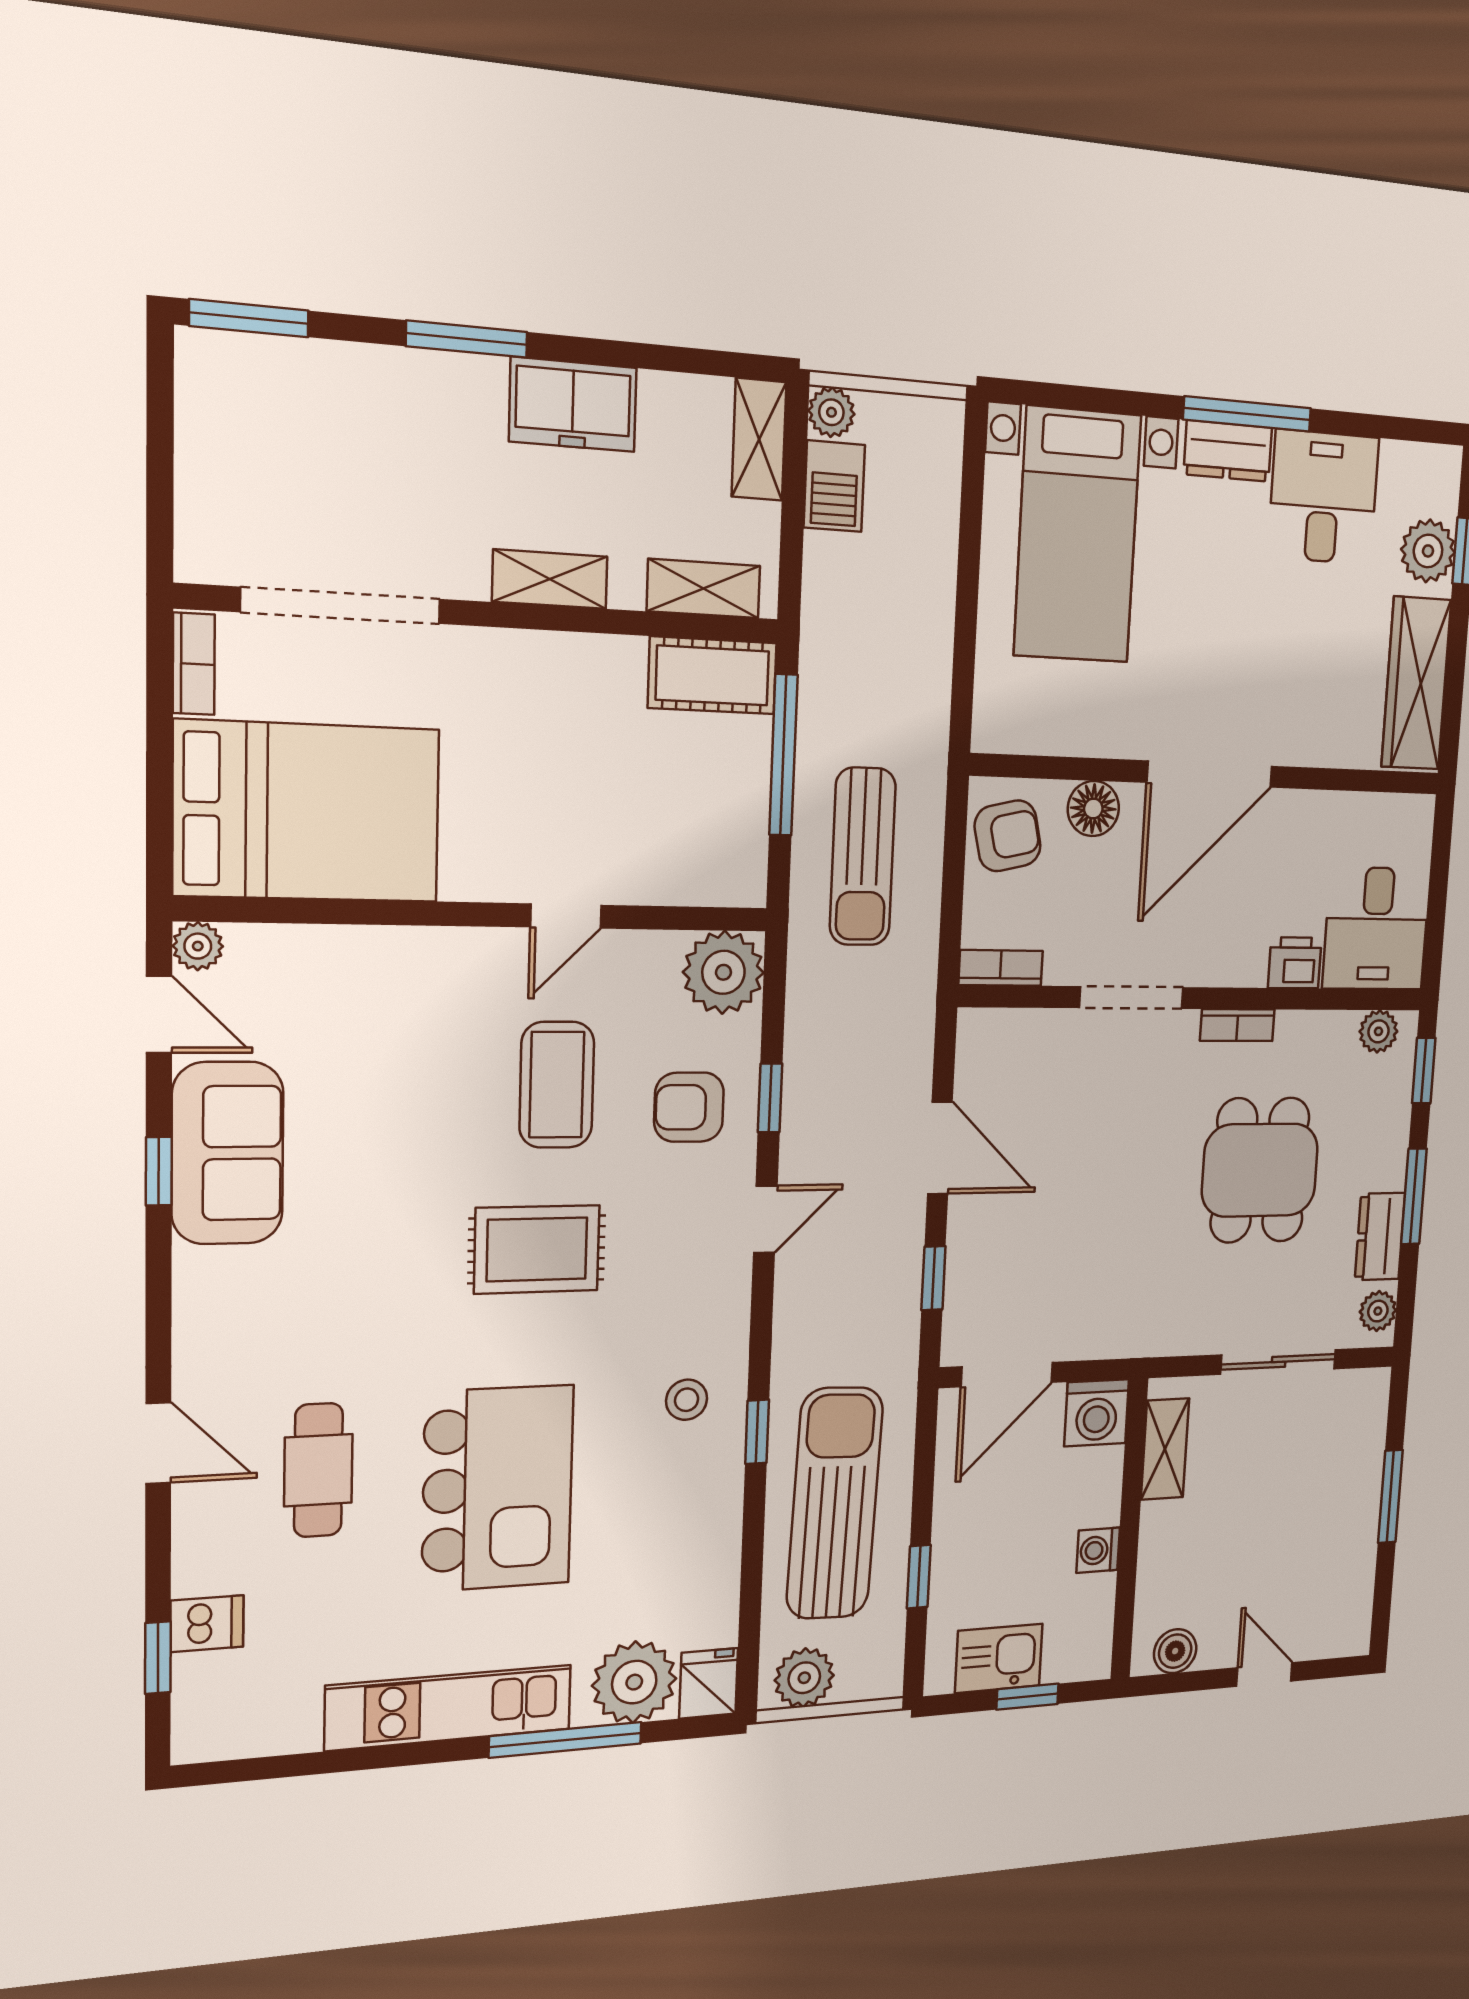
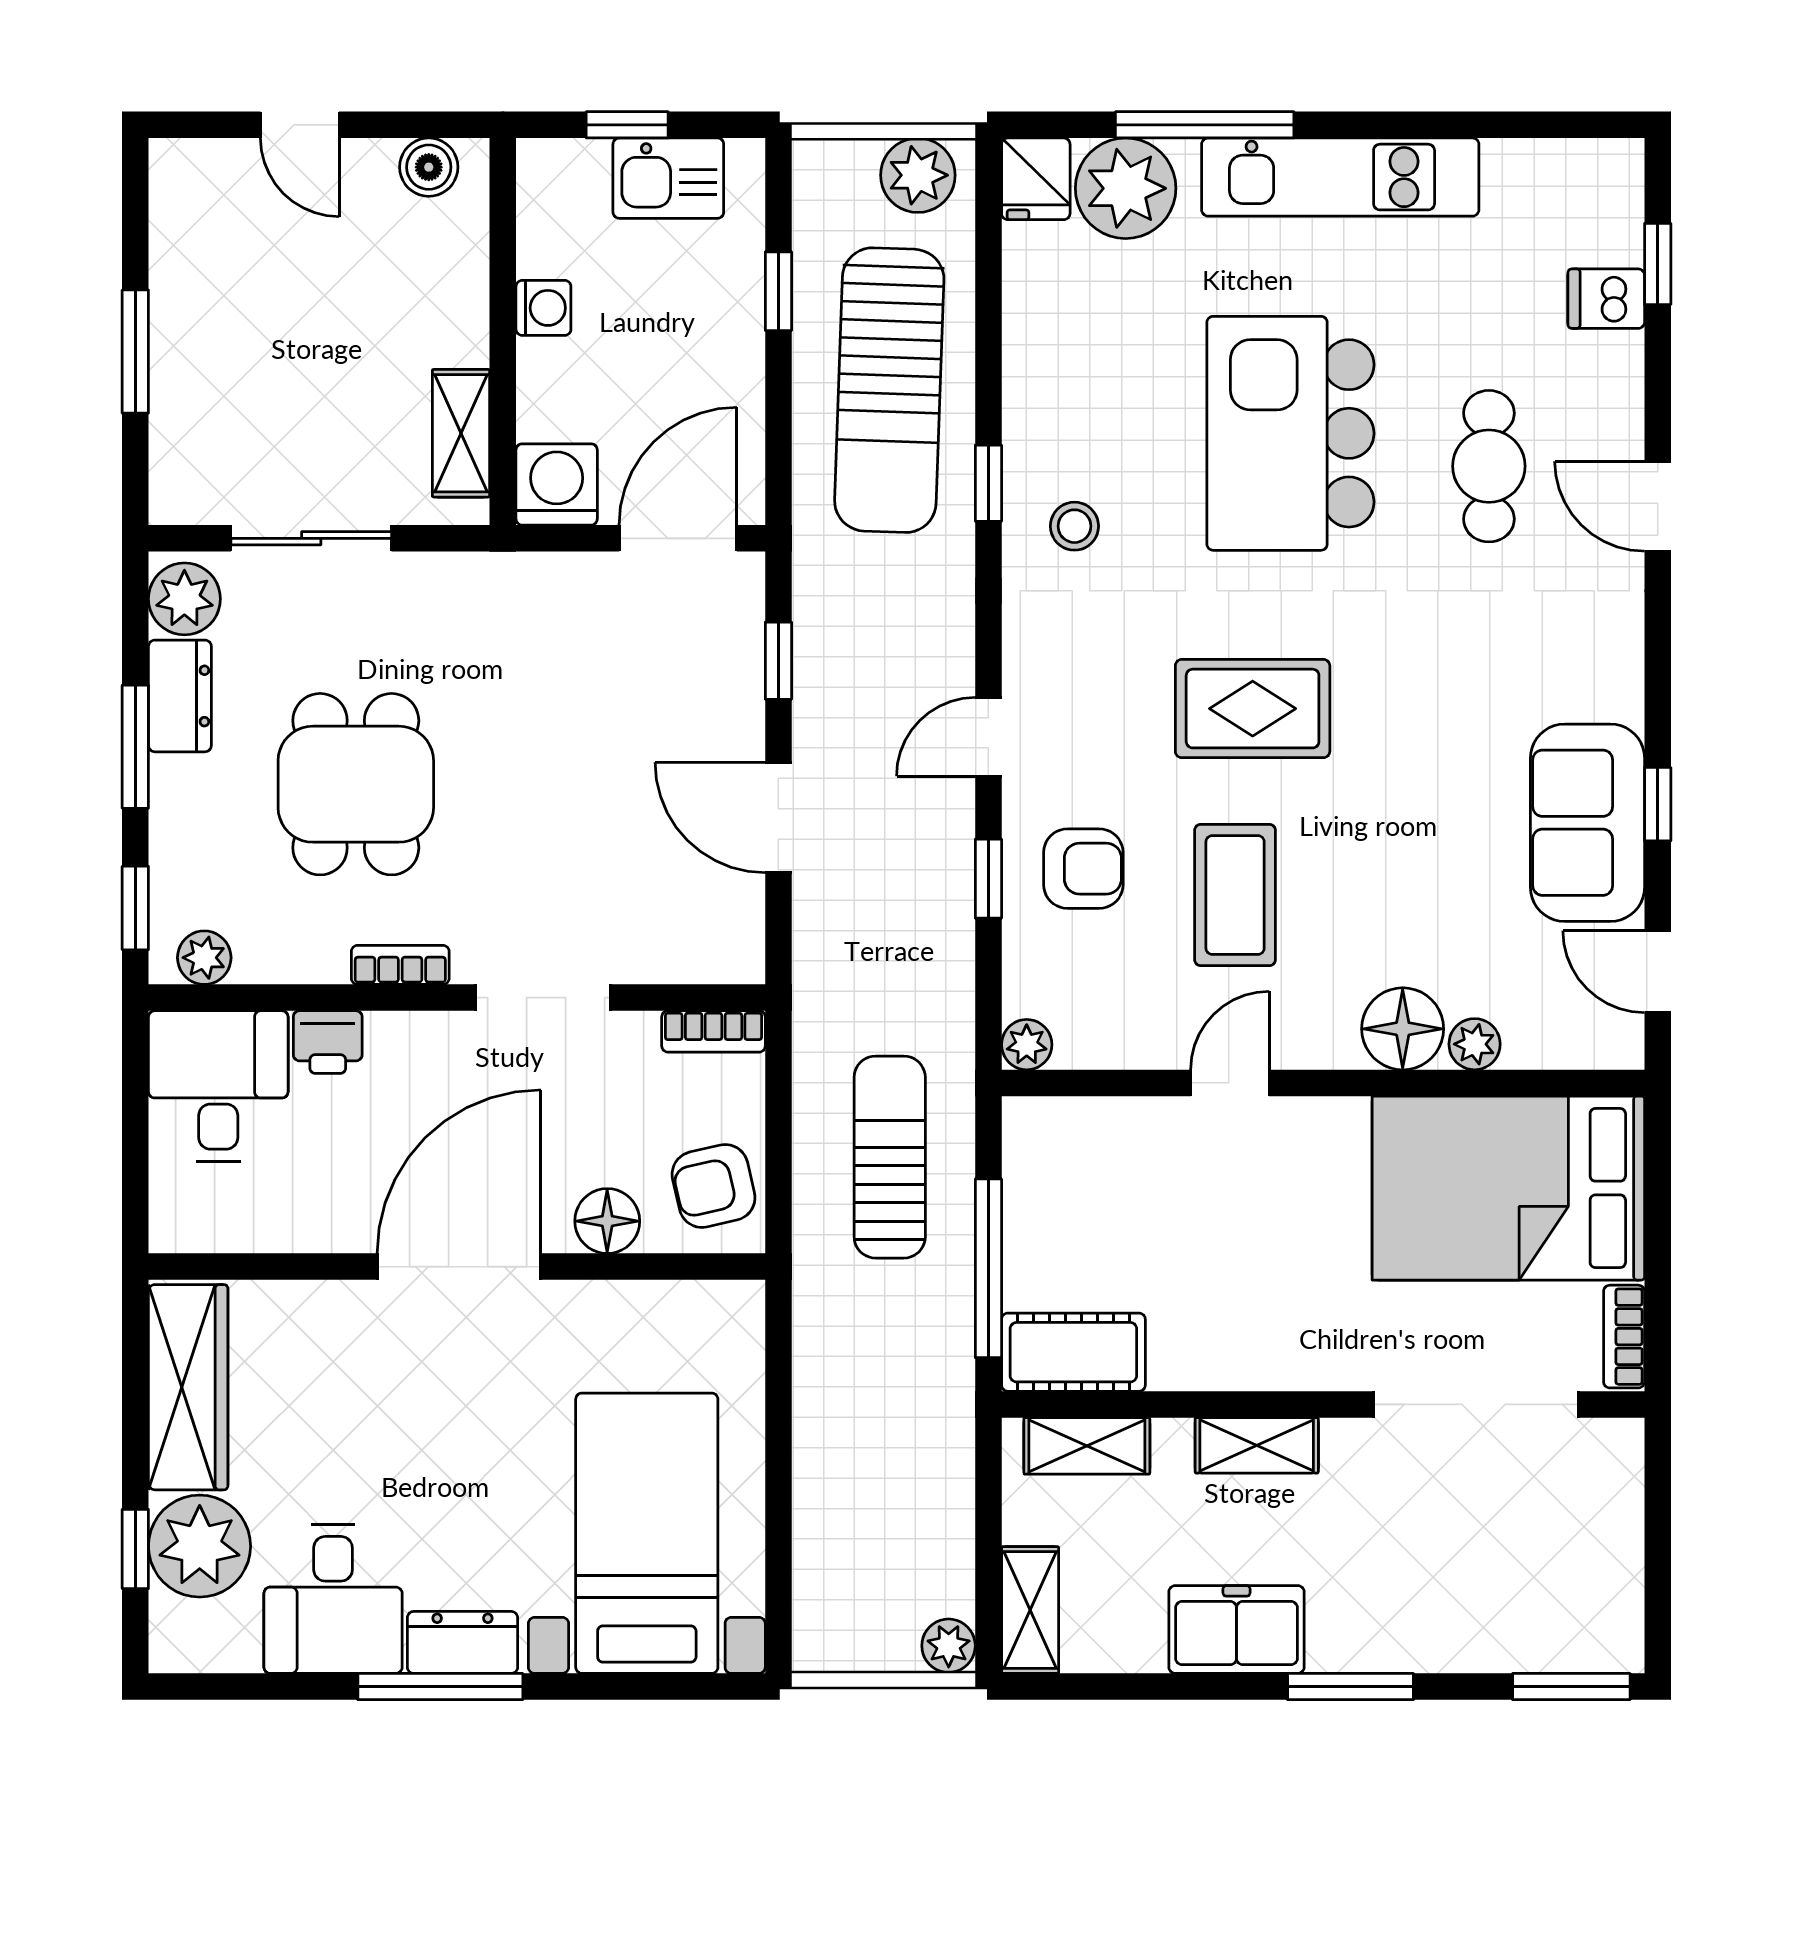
barbecue: (834, 486) -> (942, 1566), removed
plant: (1428, 551) -> (200, 1546), width x1.36, depth x1.36
plant: (198, 946) -> (1475, 1044), moved
floor lamp: (406, 963) -> (1403, 1029), added
plant: (723, 972) -> (1027, 1045), width x0.53, depth x0.53
plant: (1378, 1311) -> (184, 599), width x1.38, depth x1.38

